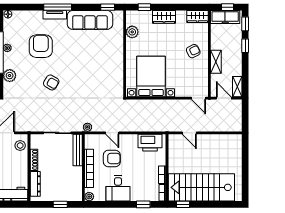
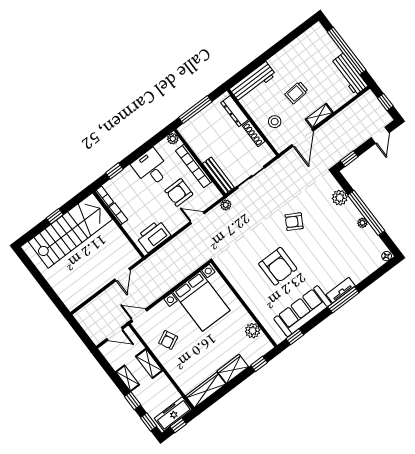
wardrobe: (197, 16) -> (206, 390), width x1.50
armchair: (41, 46) -> (278, 266), moved
armchair: (193, 51) -> (168, 340), moved
shelving: (237, 87) -> (128, 378), moved
door: (189, 133) -> (122, 275), swing flipped
stool: (20, 146) -> (275, 122), moved
window: (60, 204) -> (195, 110), width x2.17
window: (183, 204) -> (55, 216), moved

